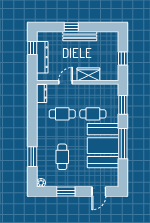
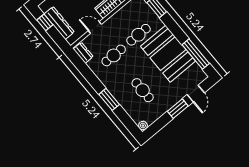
door: (66, 82) -> (95, 28), hinge flipped
window: (123, 144) -> (196, 54), moved
window: (32, 157) -> (109, 99), moved
window: (66, 192) -> (178, 109), moved

